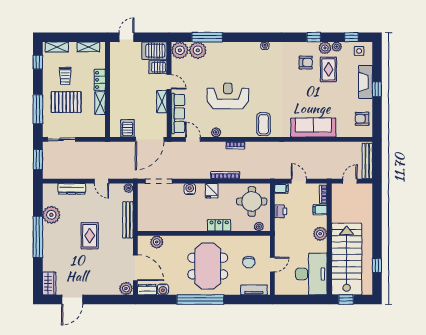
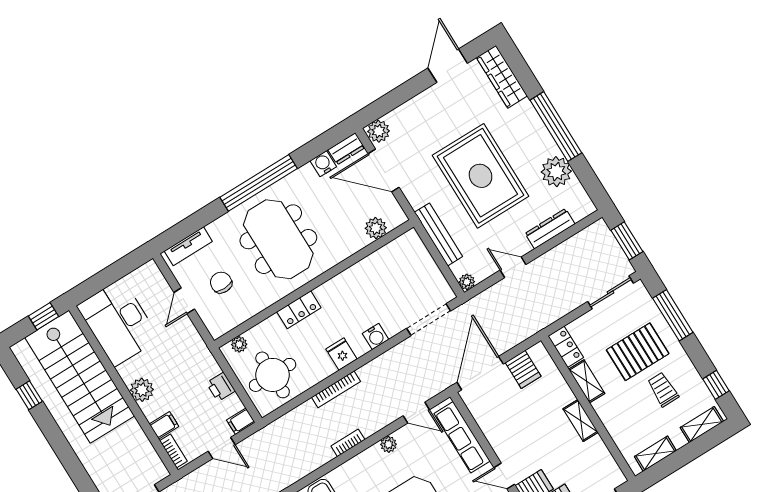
locker: (100, 80) -> (566, 347), moved
shelving: (162, 102) -> (581, 420), moved
rug: (90, 236) -> (481, 176), width x1.86, depth x2.06
wardrobe: (49, 283) -> (502, 77), width x1.50

